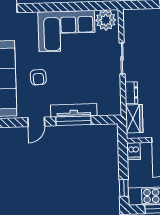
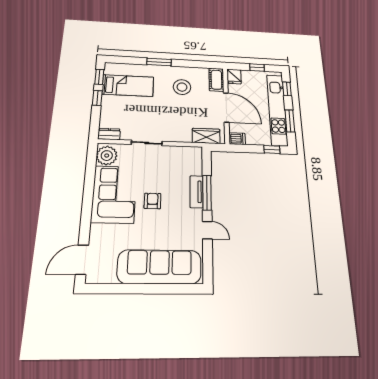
armchair: (38, 77) -> (152, 201), moved, turned -86
dresser: (131, 93) -> (109, 134), moved
tv unit: (74, 110) -> (196, 192), width x0.71

